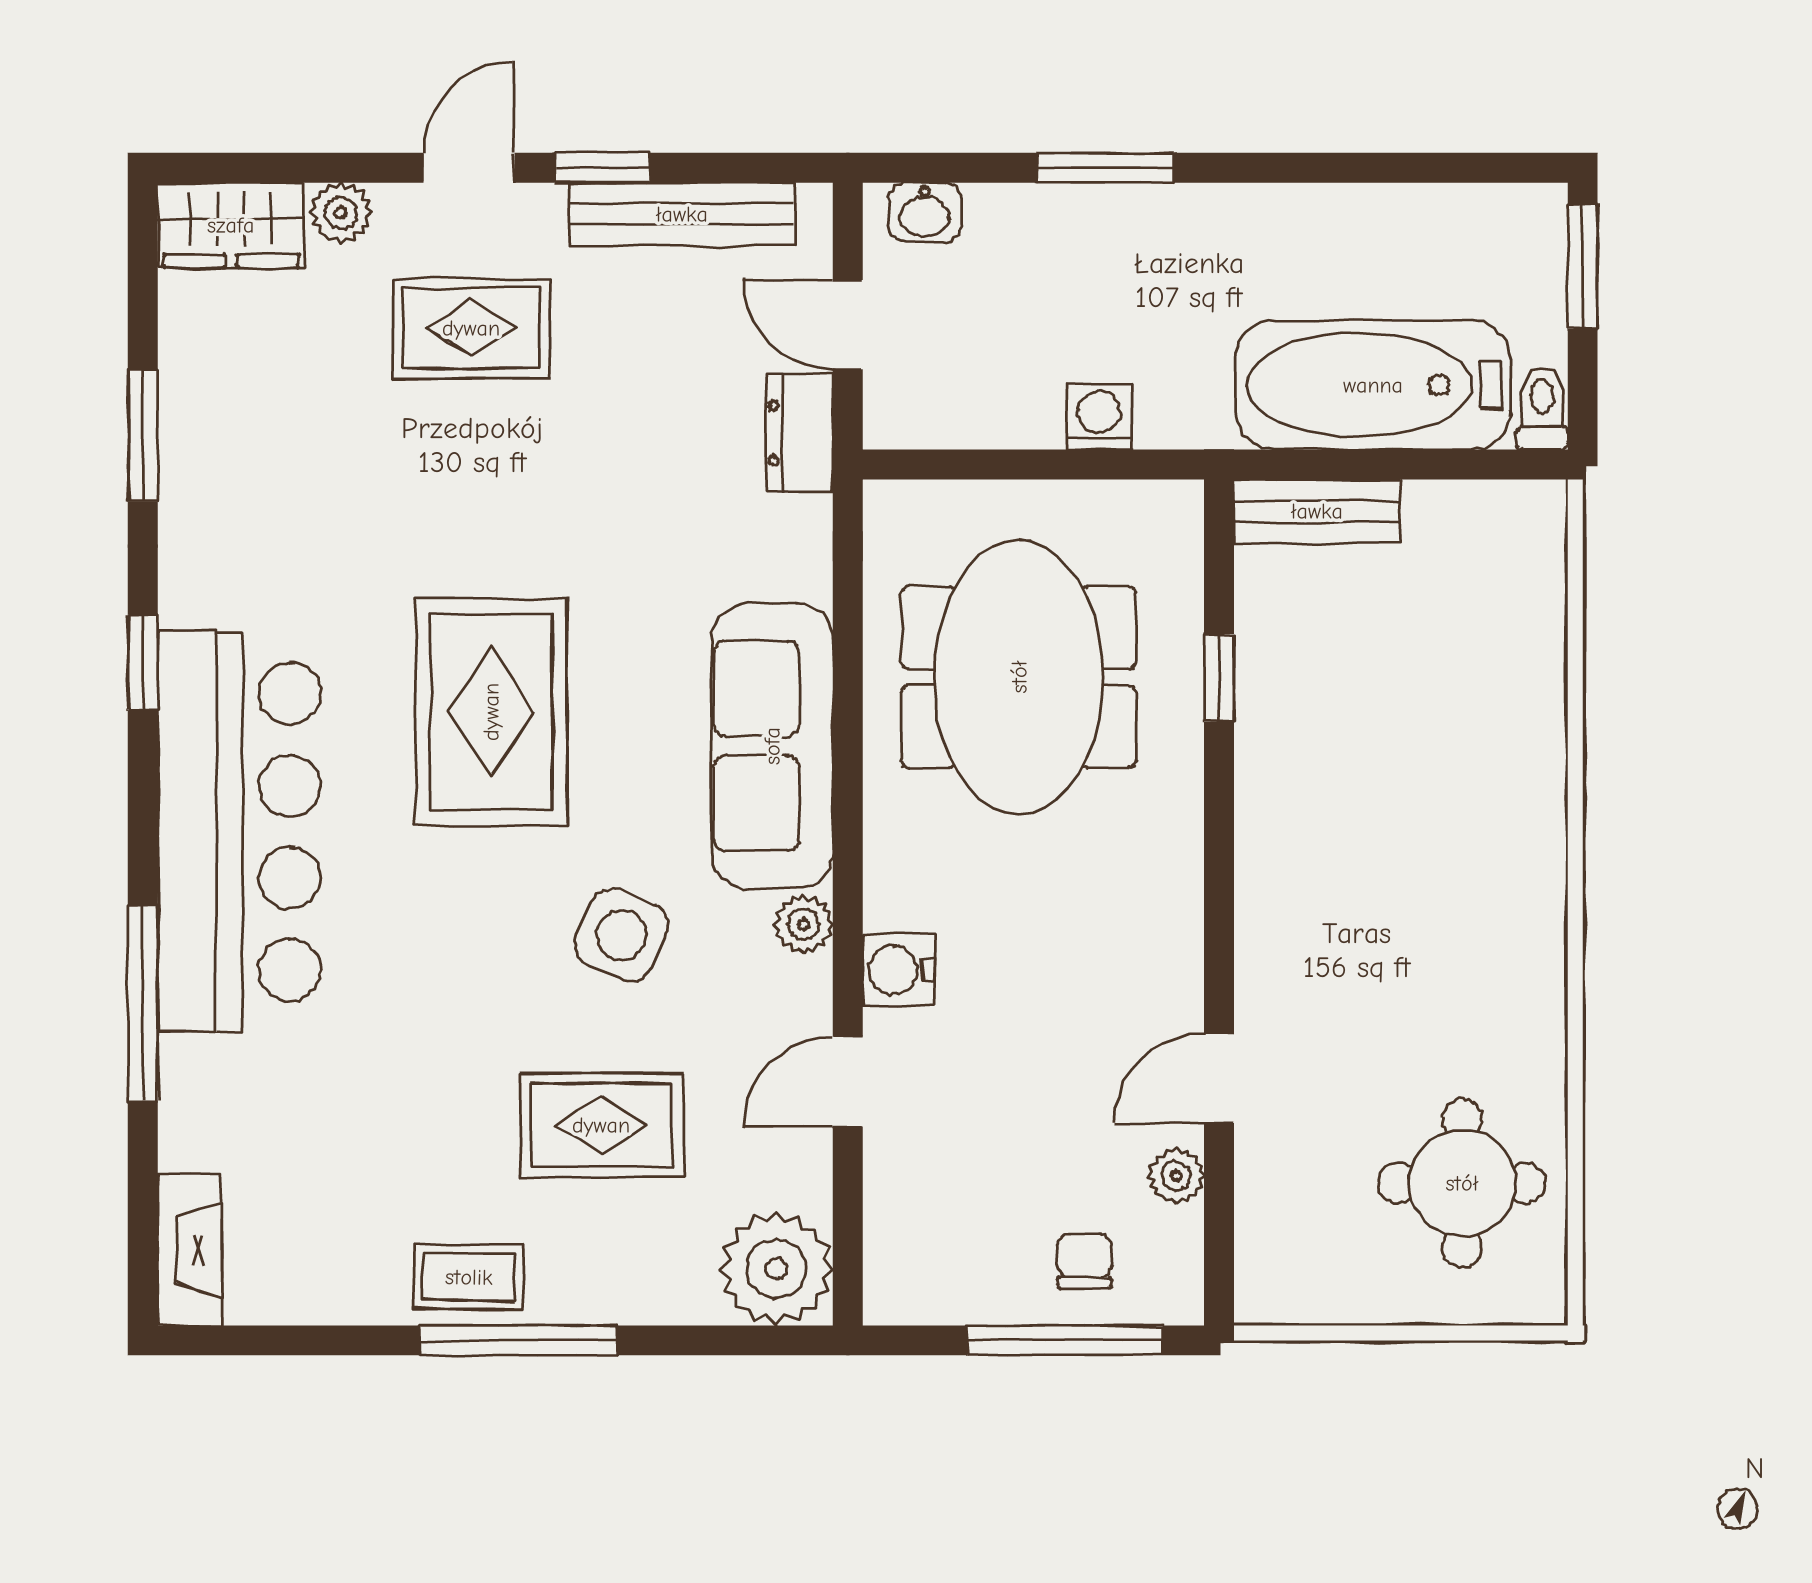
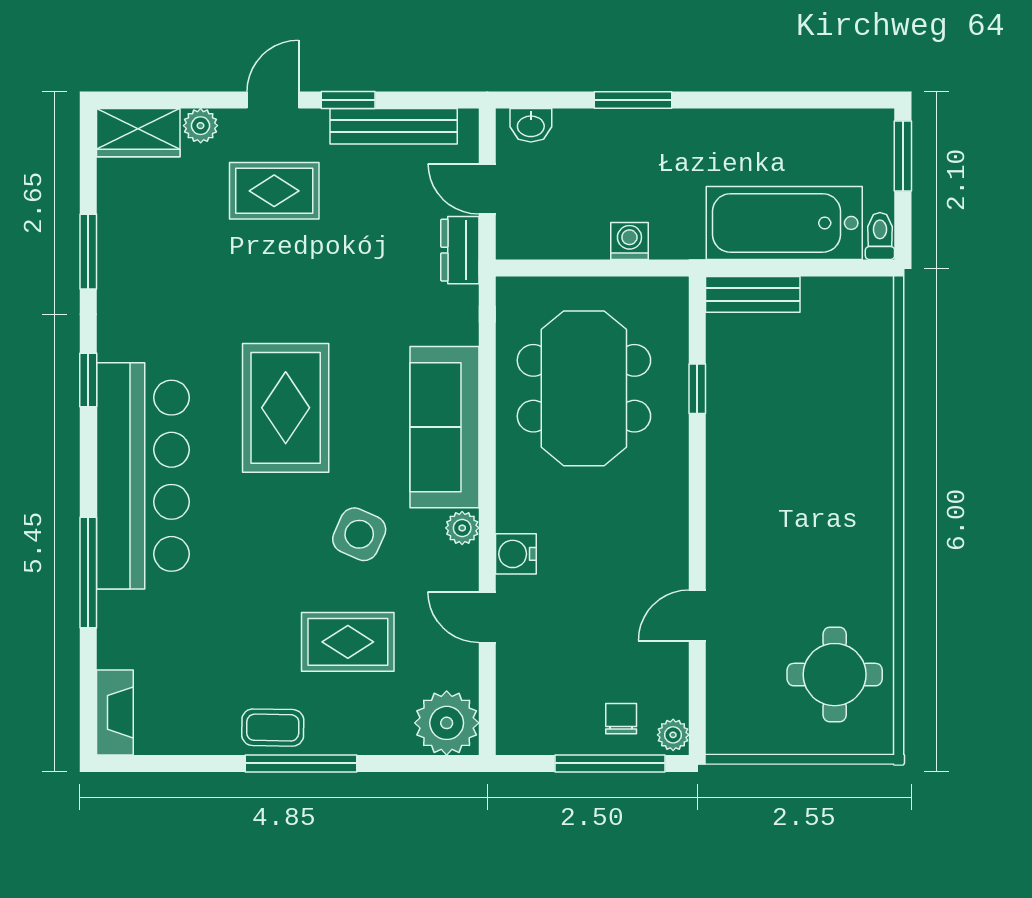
door: (848, 1082) -> (487, 617), hinge flipped
plant: (1176, 1176) -> (673, 735), moved

